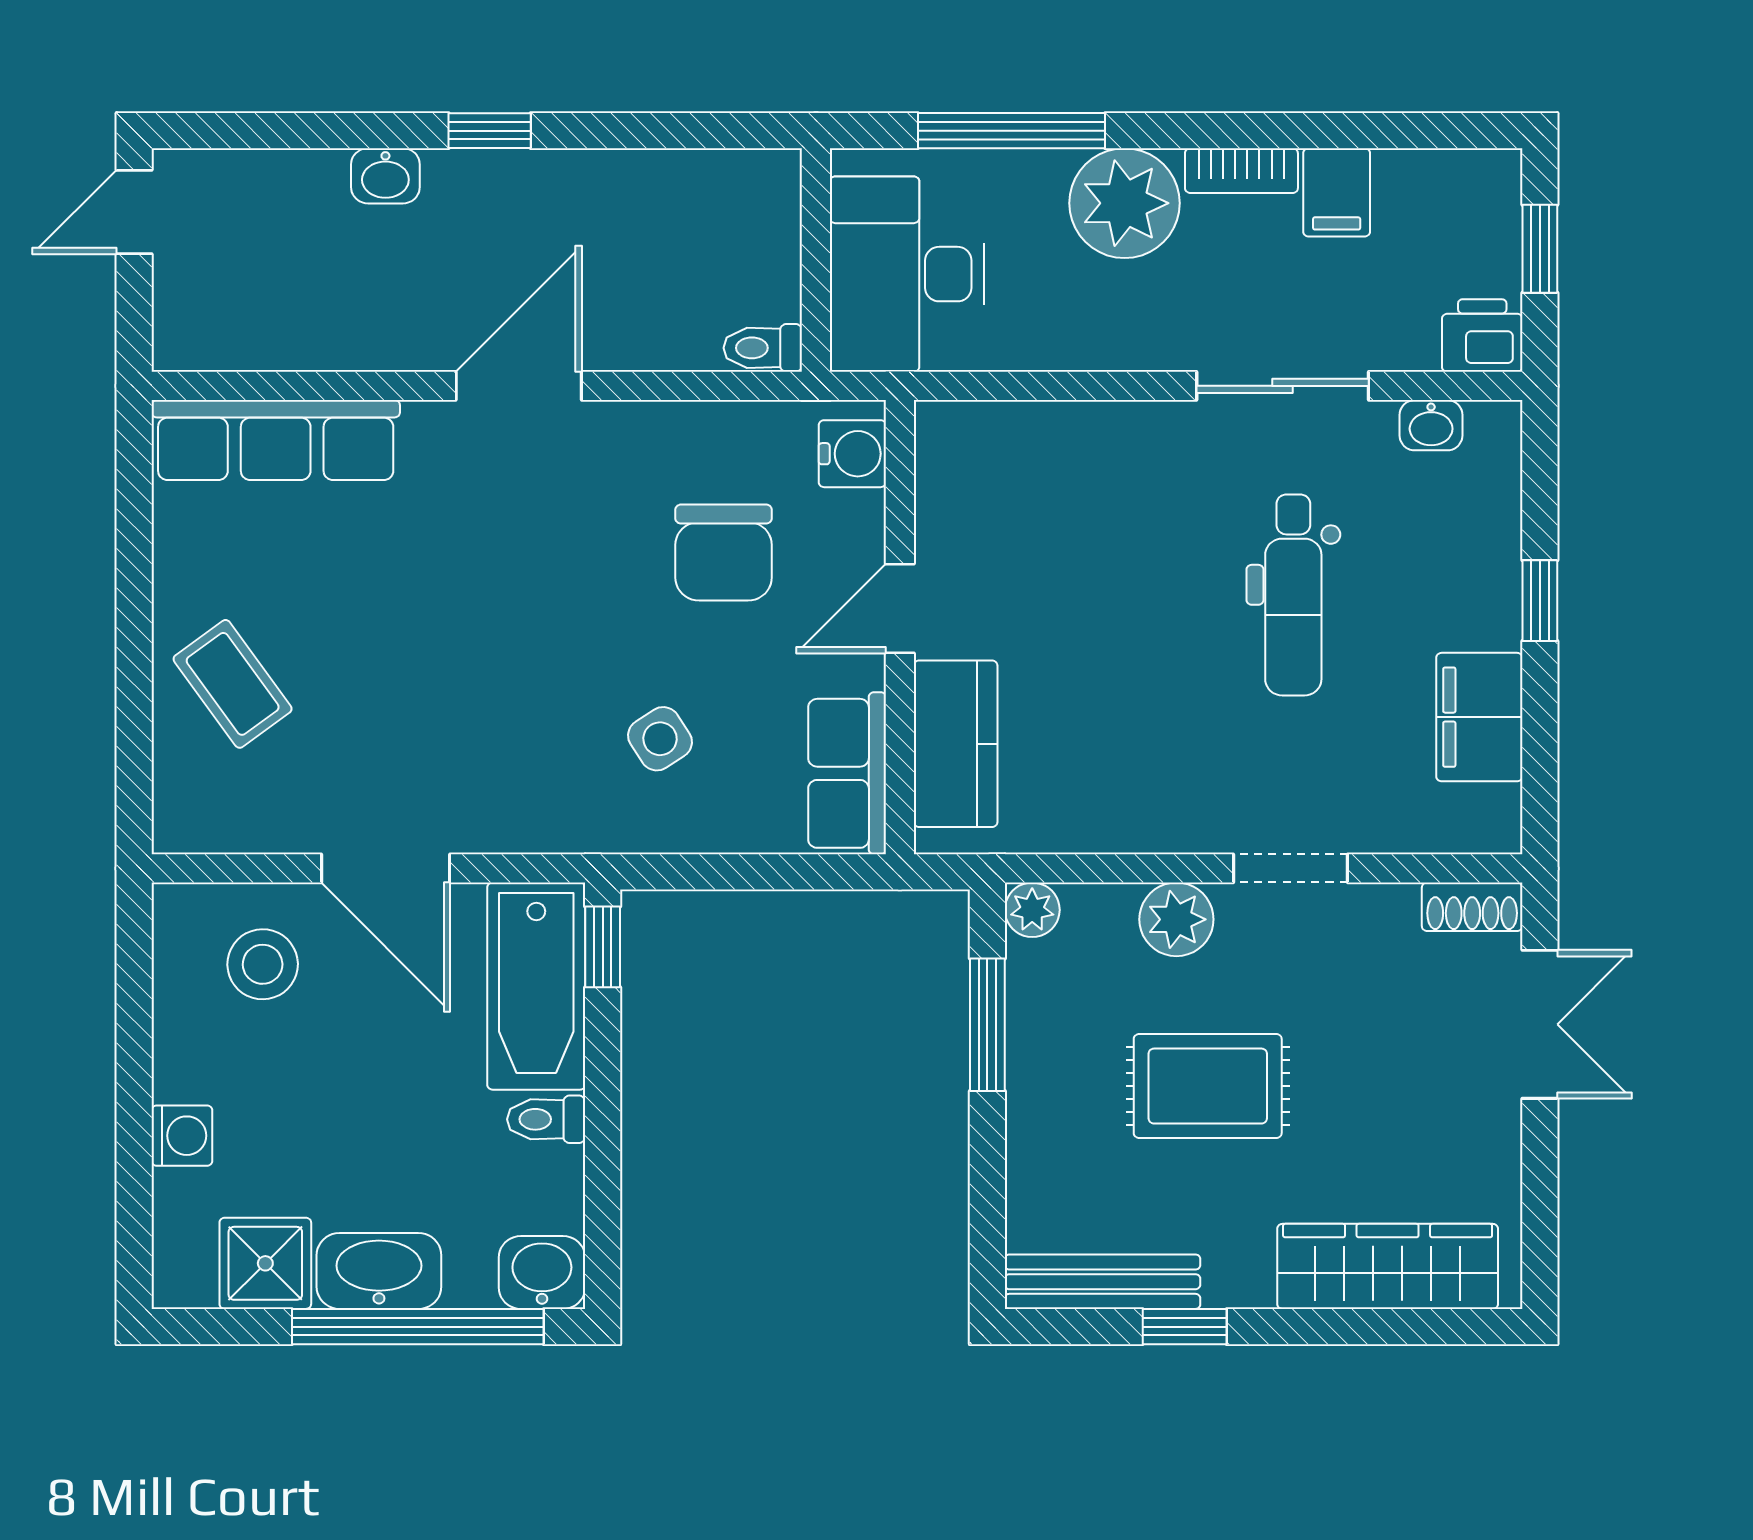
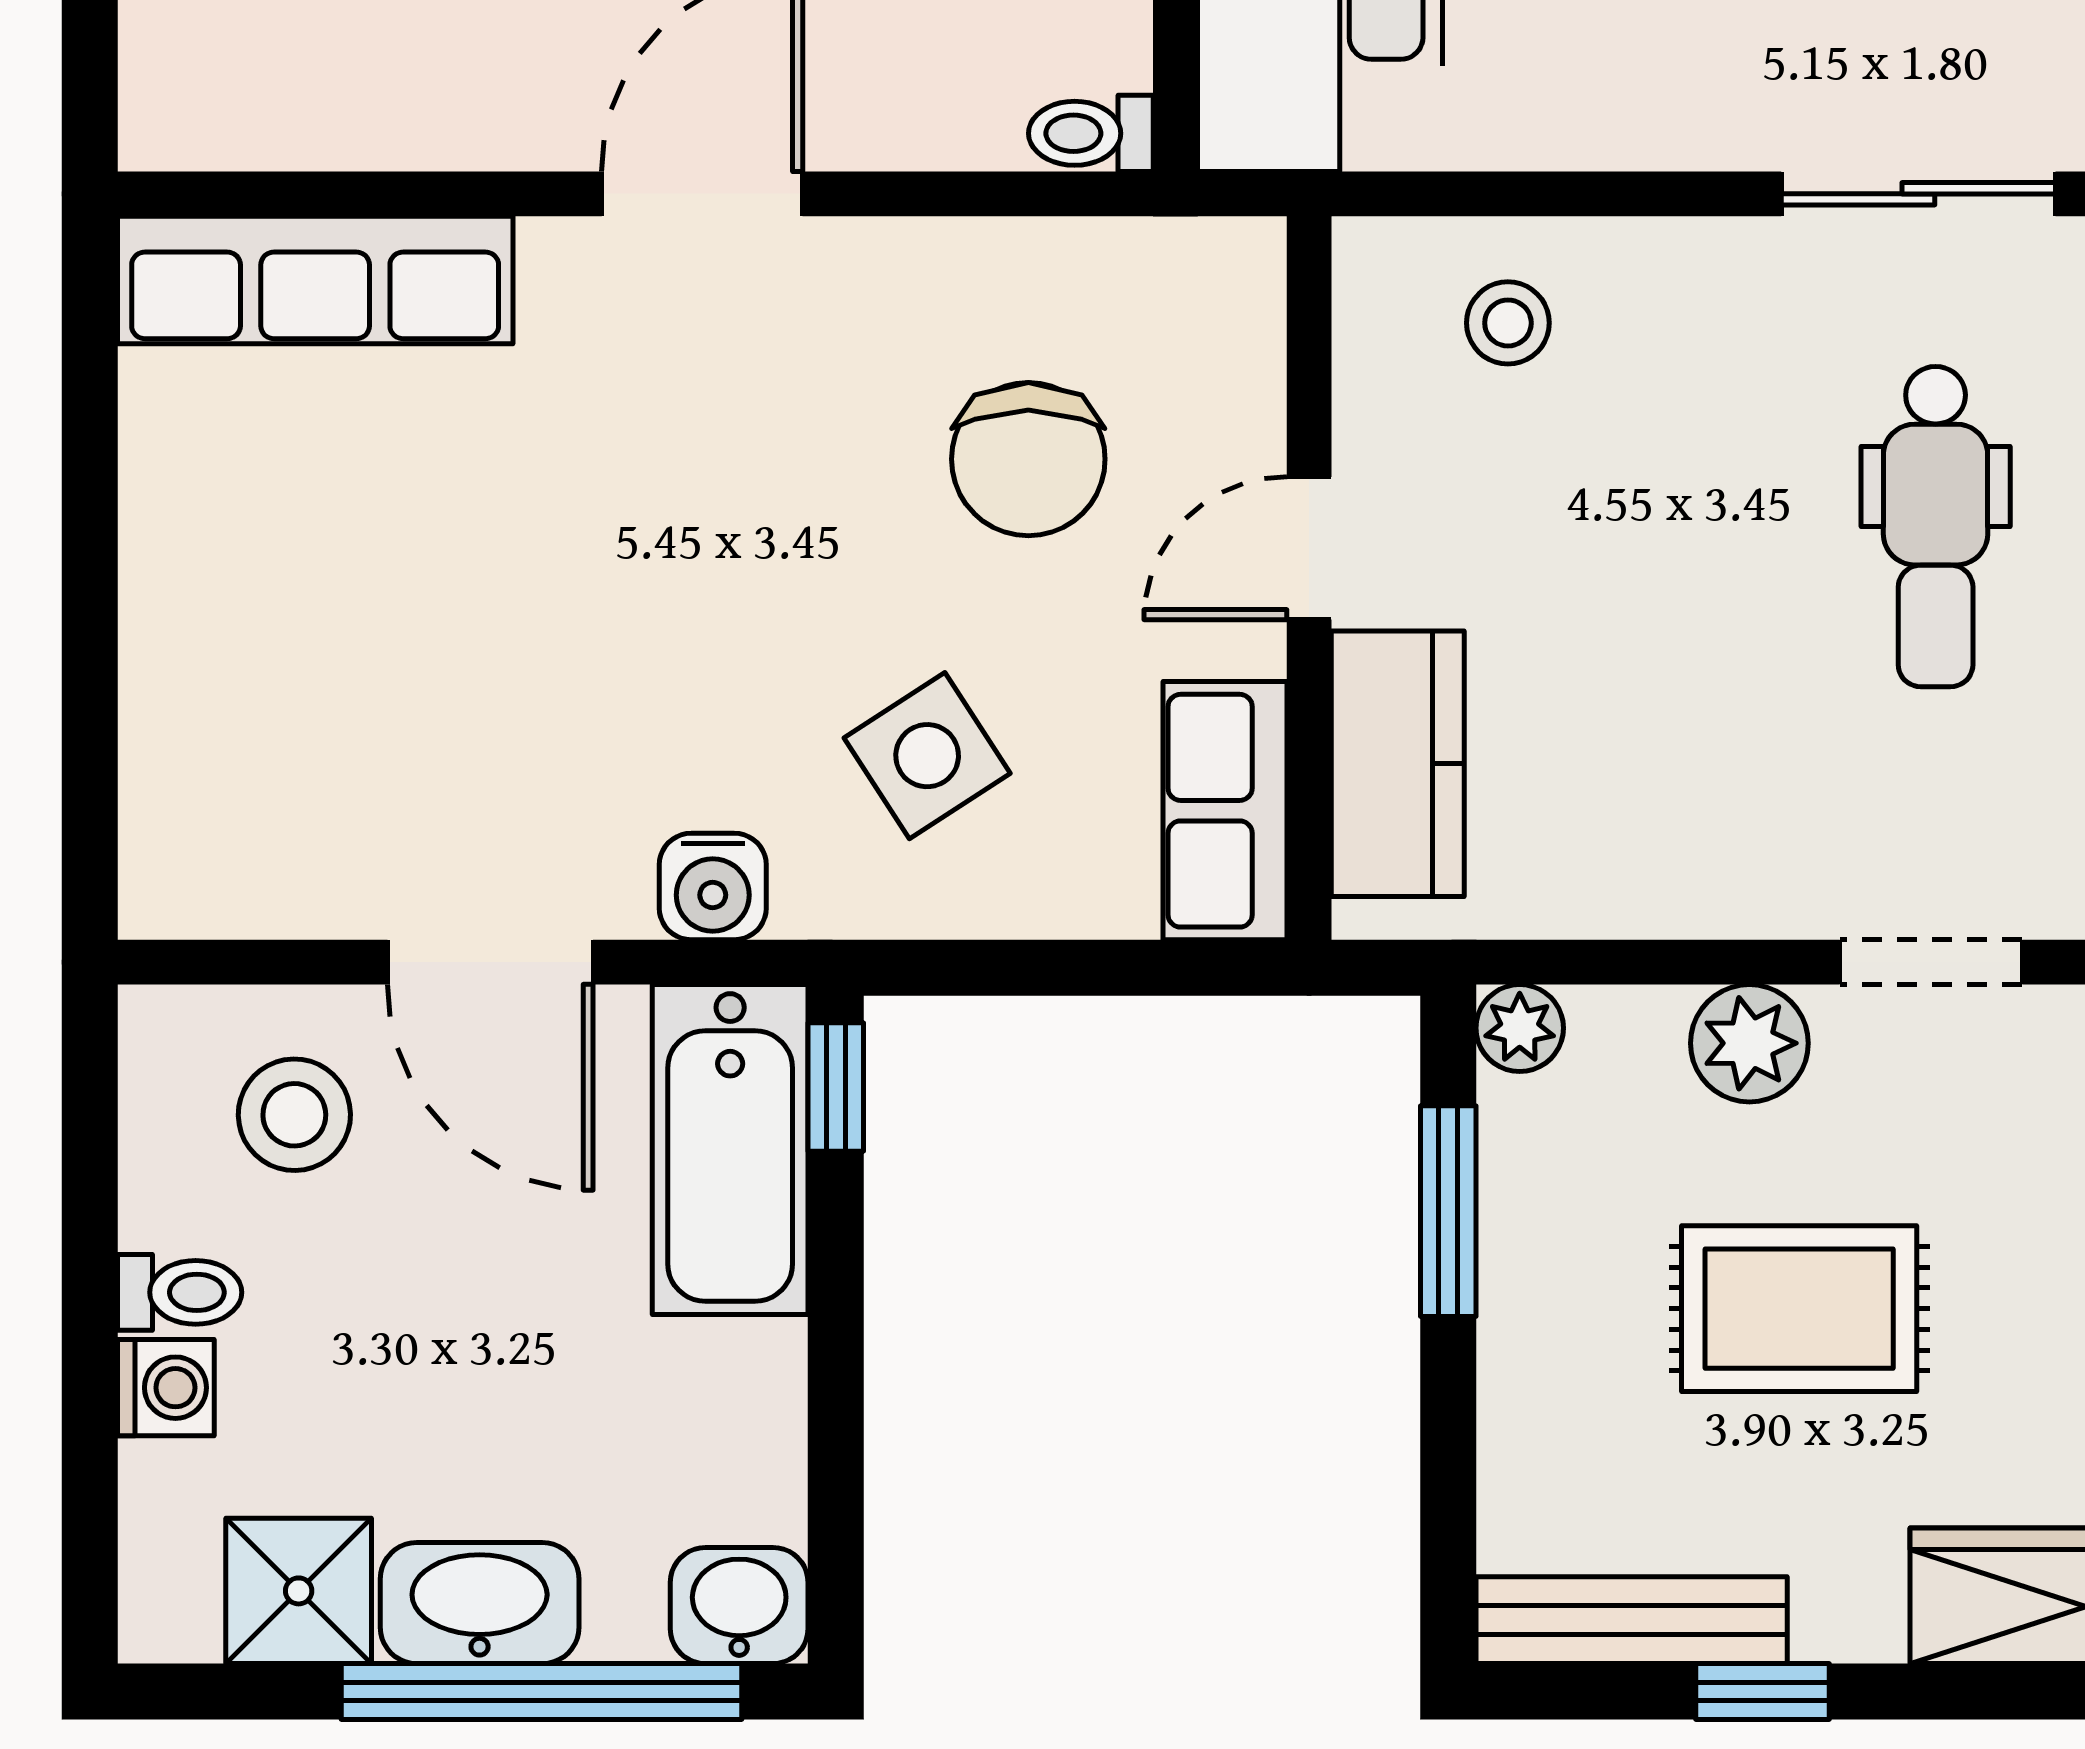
water cooler: (852, 454) -> (713, 886), moved, turned 90
stool: (1025, 467) -> (1508, 323), added
coffee table: (233, 684) -> (247, 668), removed
side table: (660, 739) -> (927, 756), width x1.37, depth x1.37
toilet: (546, 1119) -> (180, 1292), moved, turned 180

